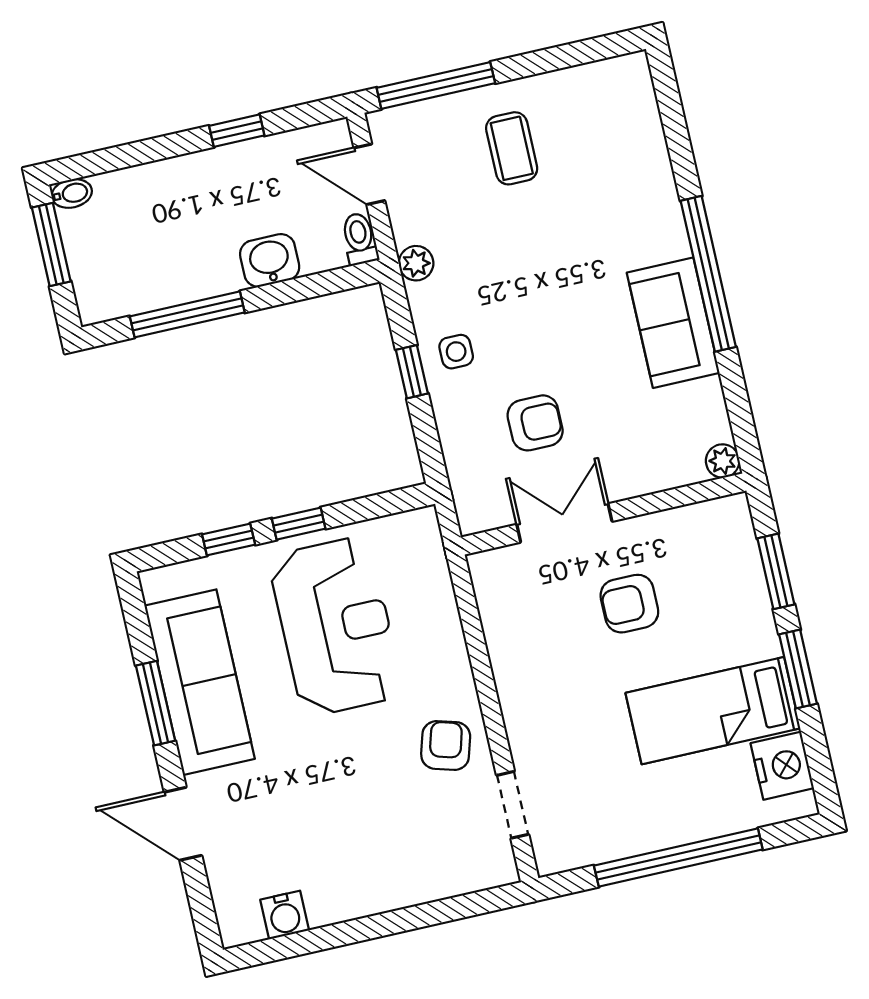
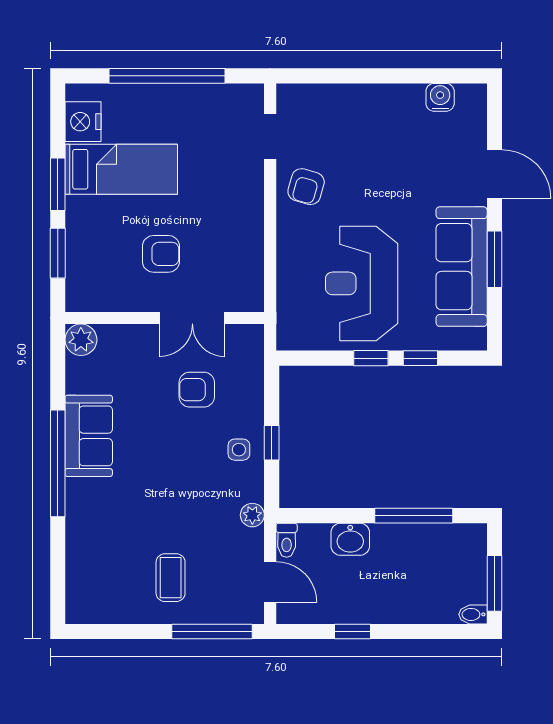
plant: (723, 461) -> (81, 340), width x1.38, depth x1.38

